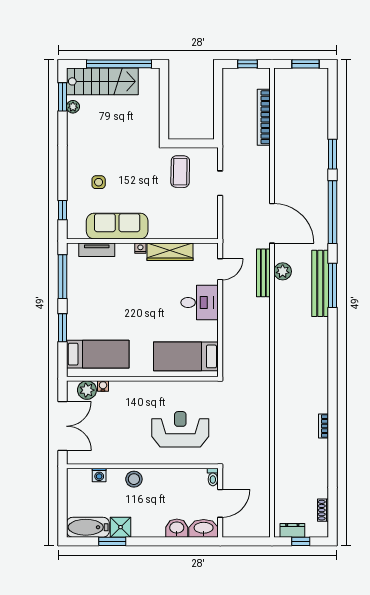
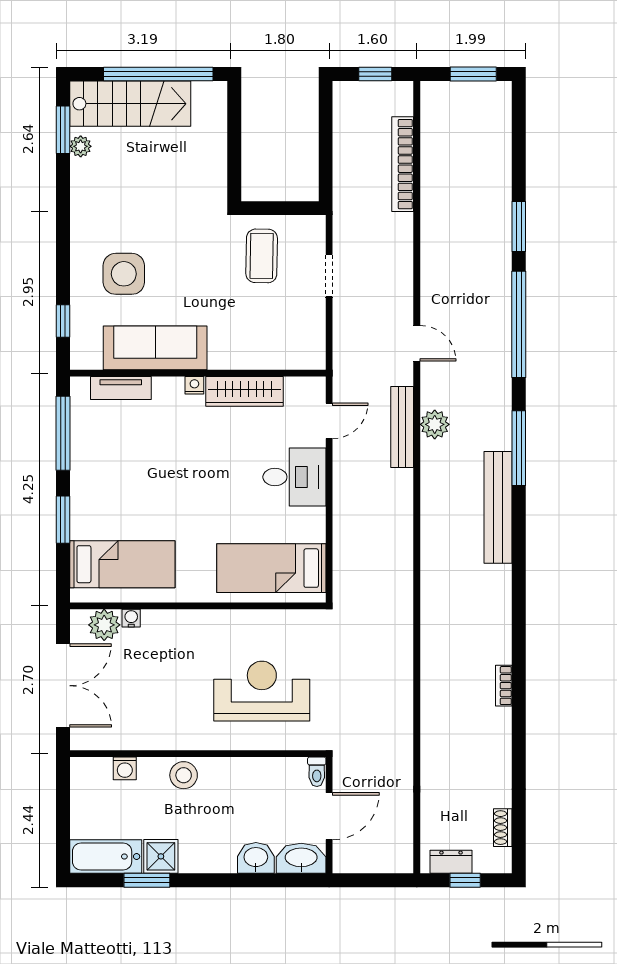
side table: (99, 182) -> (124, 274), width x1.87, depth x1.87
door: (272, 223) -> (417, 343), width x0.53
bench: (320, 283) -> (498, 507), moved

